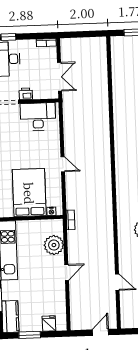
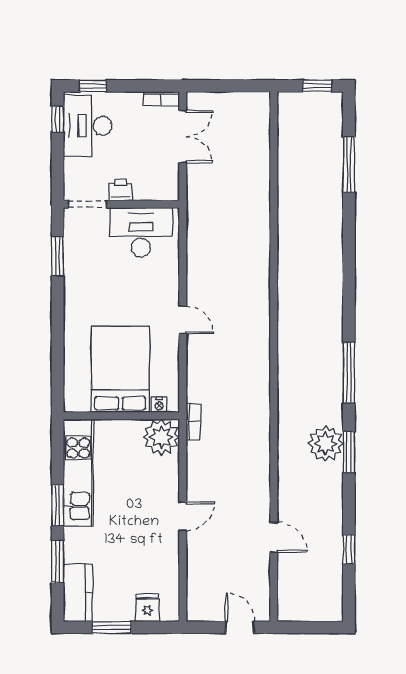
double door: (59, 77) -> (183, 137), moved
plant: (54, 245) -> (161, 437), moved
door: (101, 332) -> (240, 627), hinge flipped

